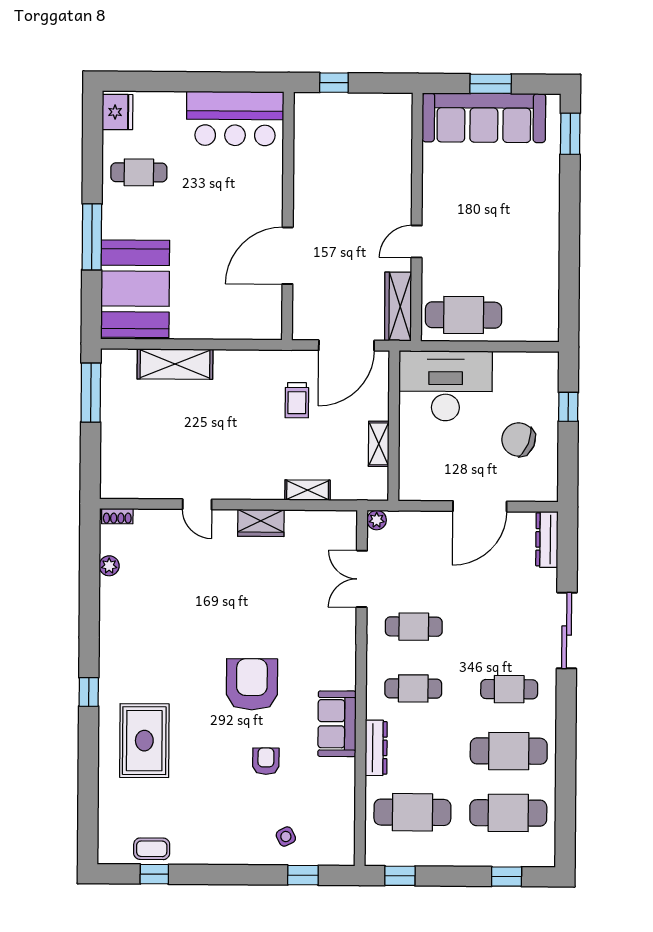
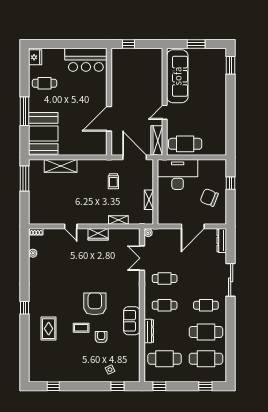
sofa: (484, 118) -> (177, 76), moved, turned -90
door: (346, 345) -> (135, 157), swing flipped
rug: (144, 741) -> (49, 329), width x0.73, depth x0.70
coffee table: (152, 849) -> (81, 328), moved

